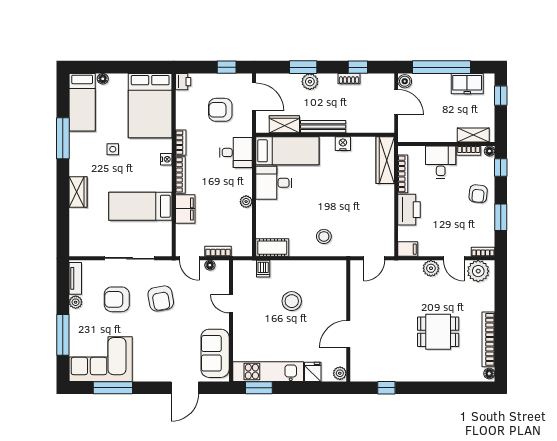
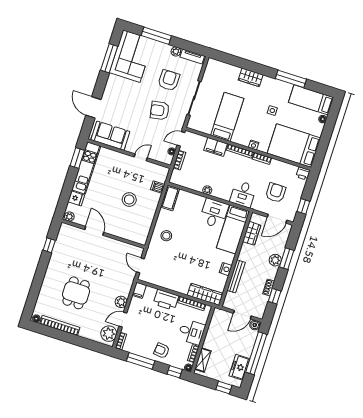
bench: (323, 127) -> (236, 276), moved
window: (501, 217) -> (141, 361), width x1.44

